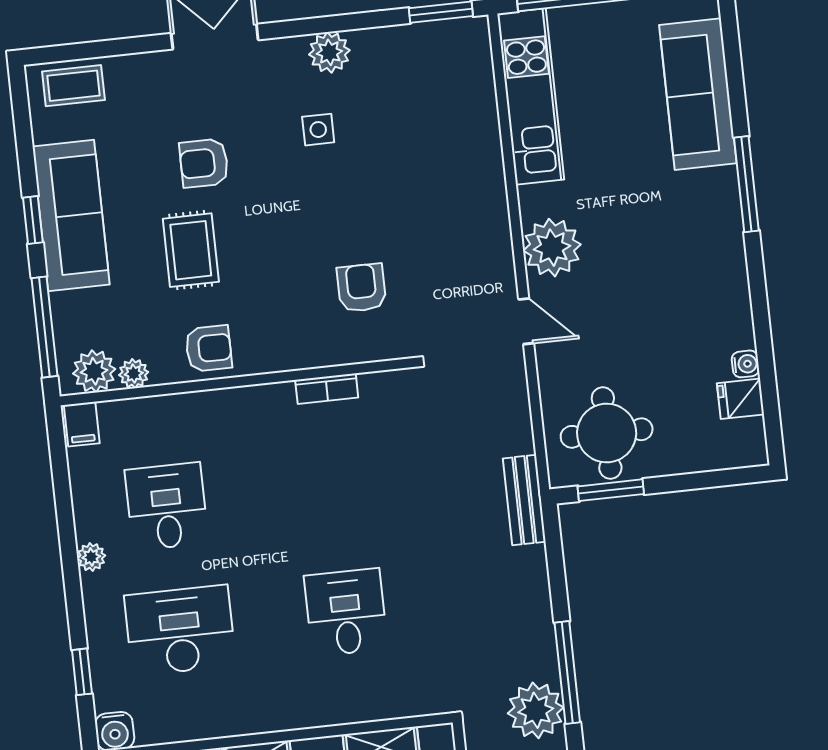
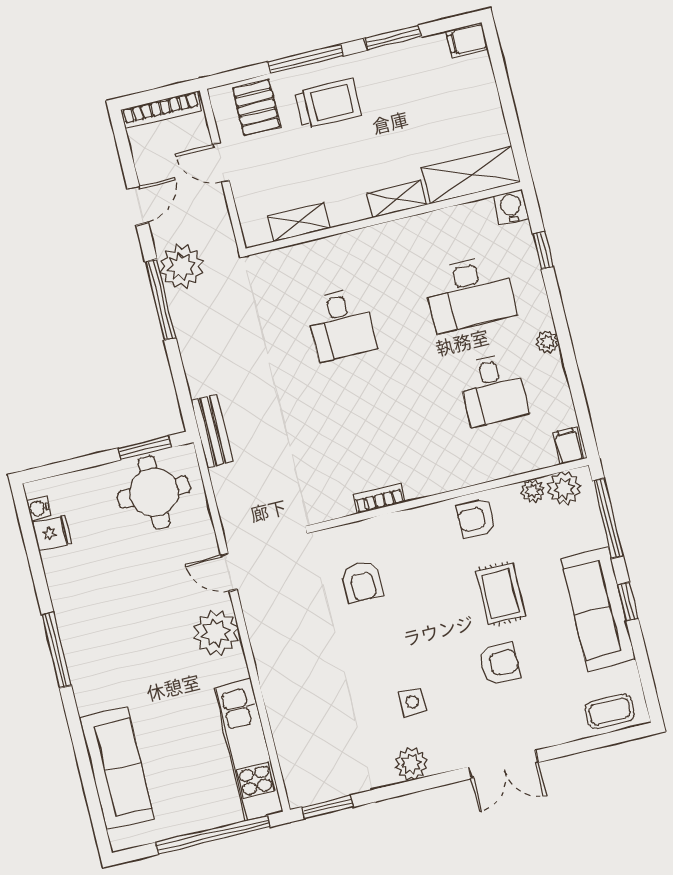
window: (746, 184) -> (57, 650), moved
water cooler: (745, 364) -> (39, 508), moved

